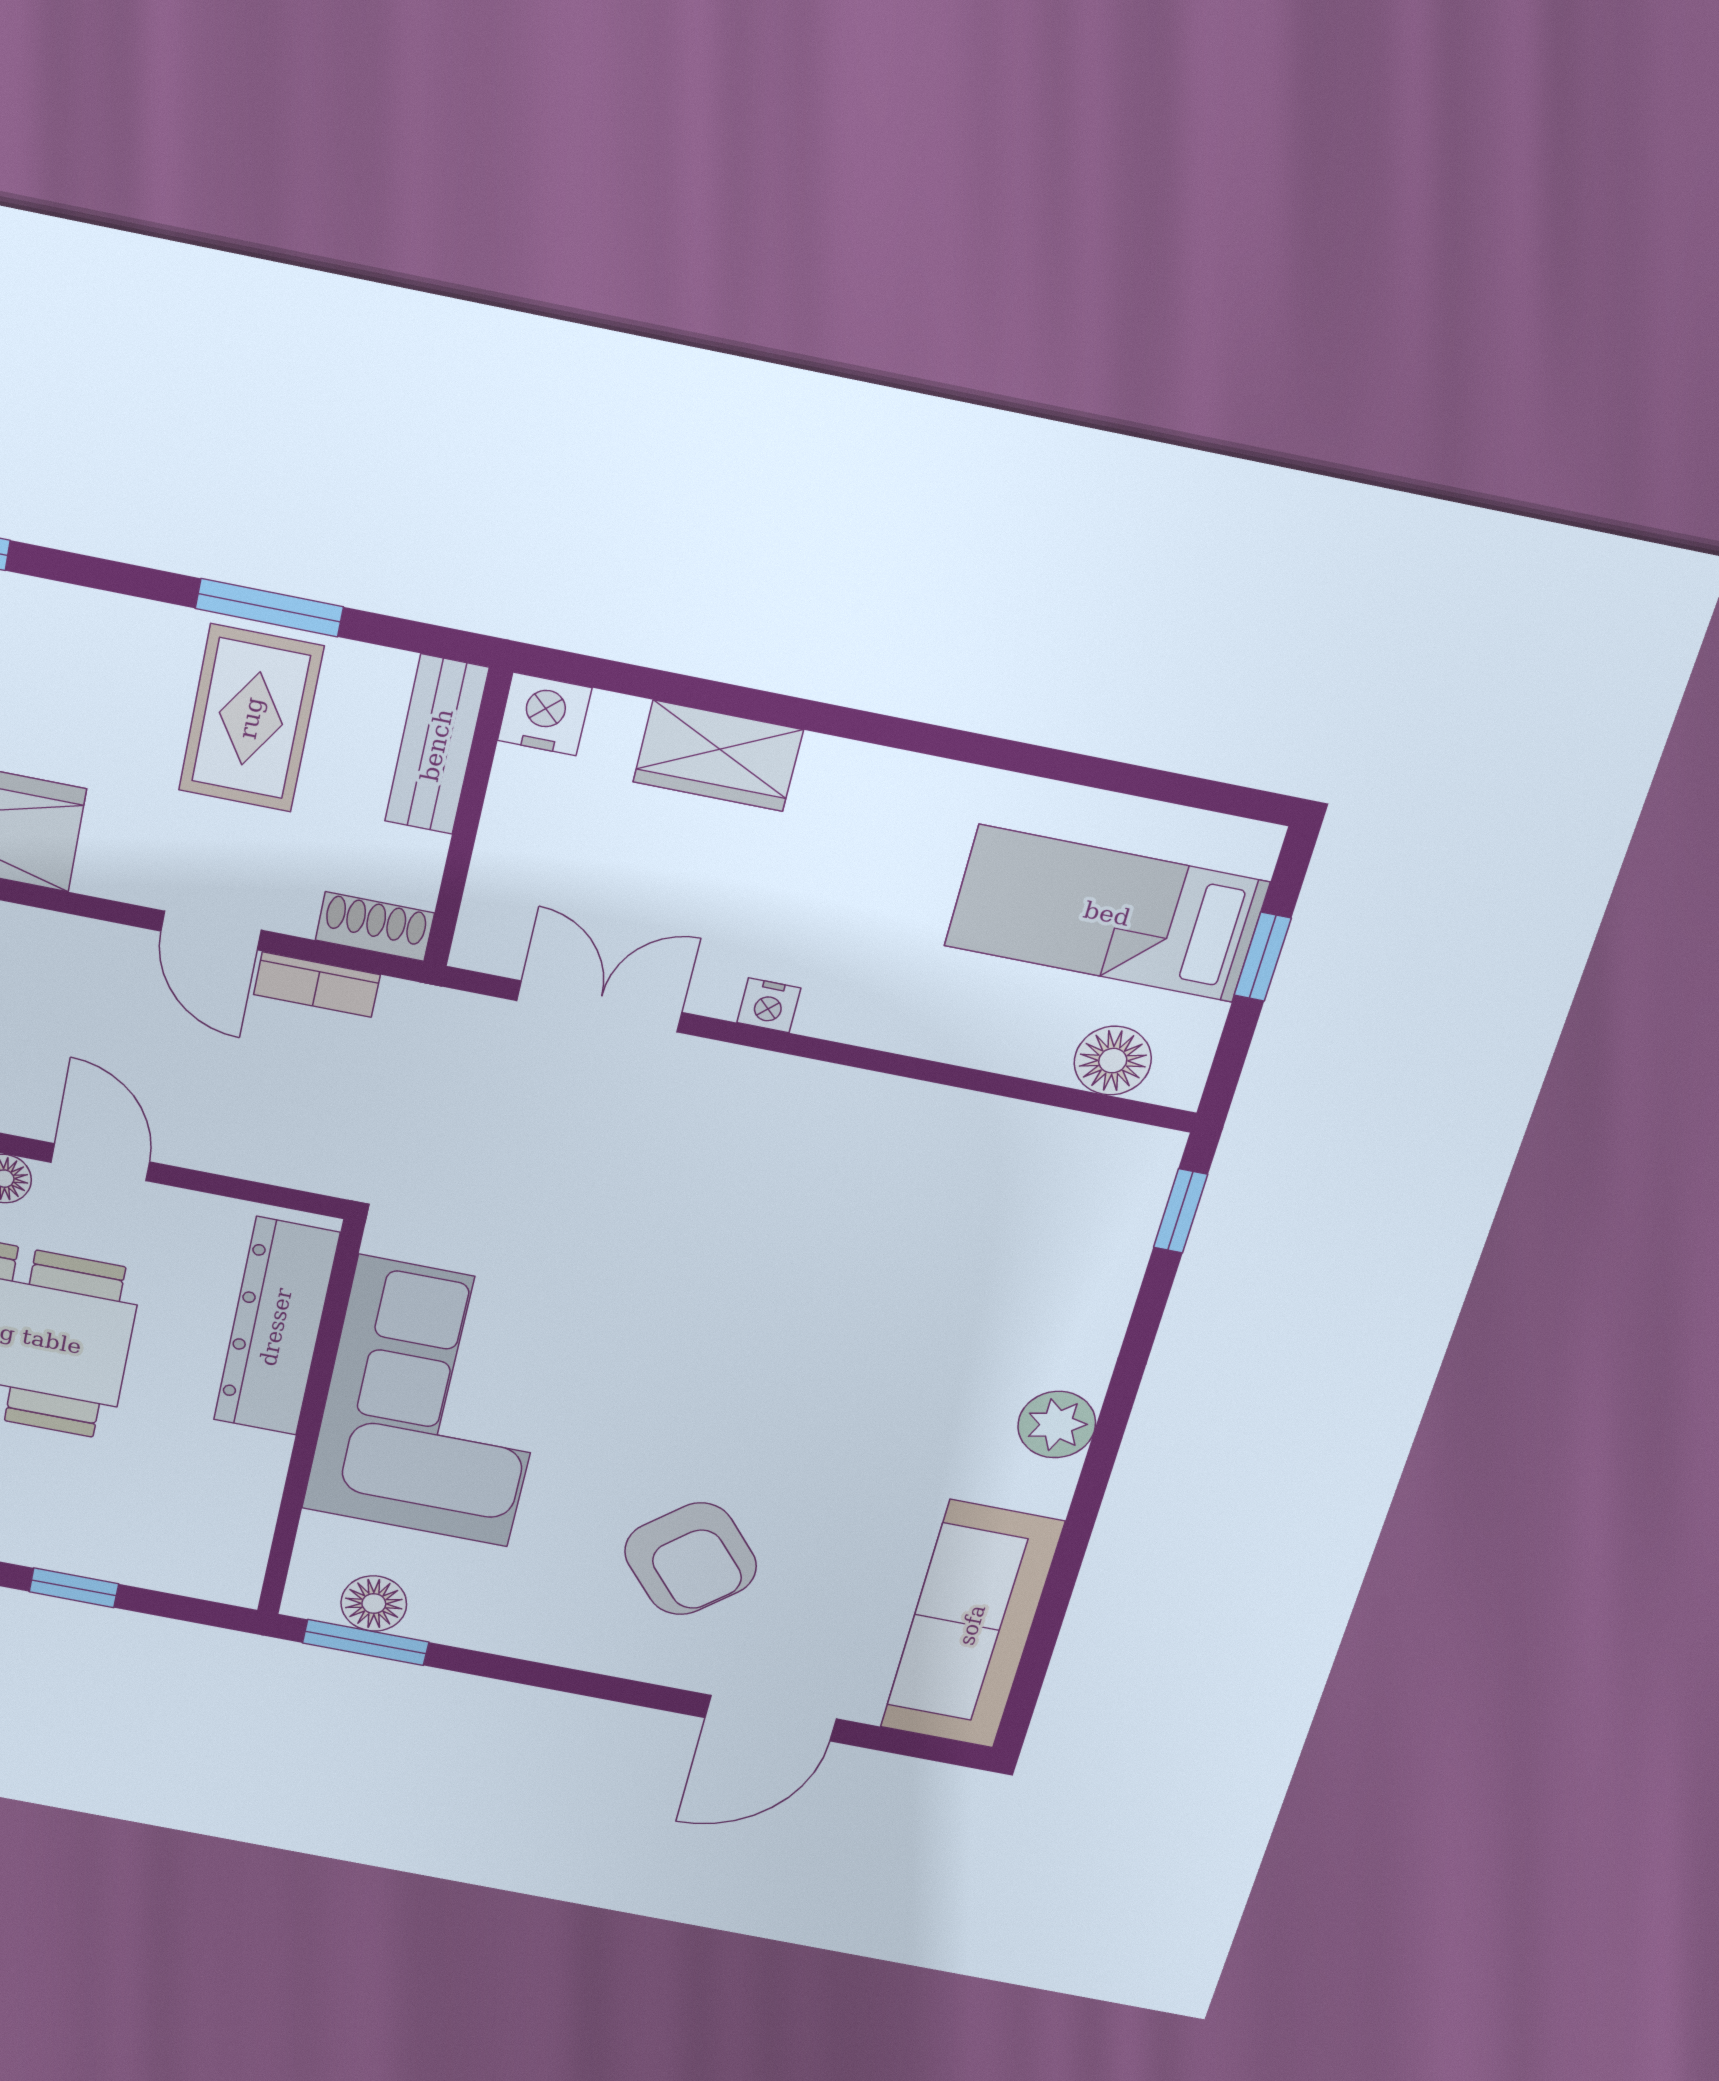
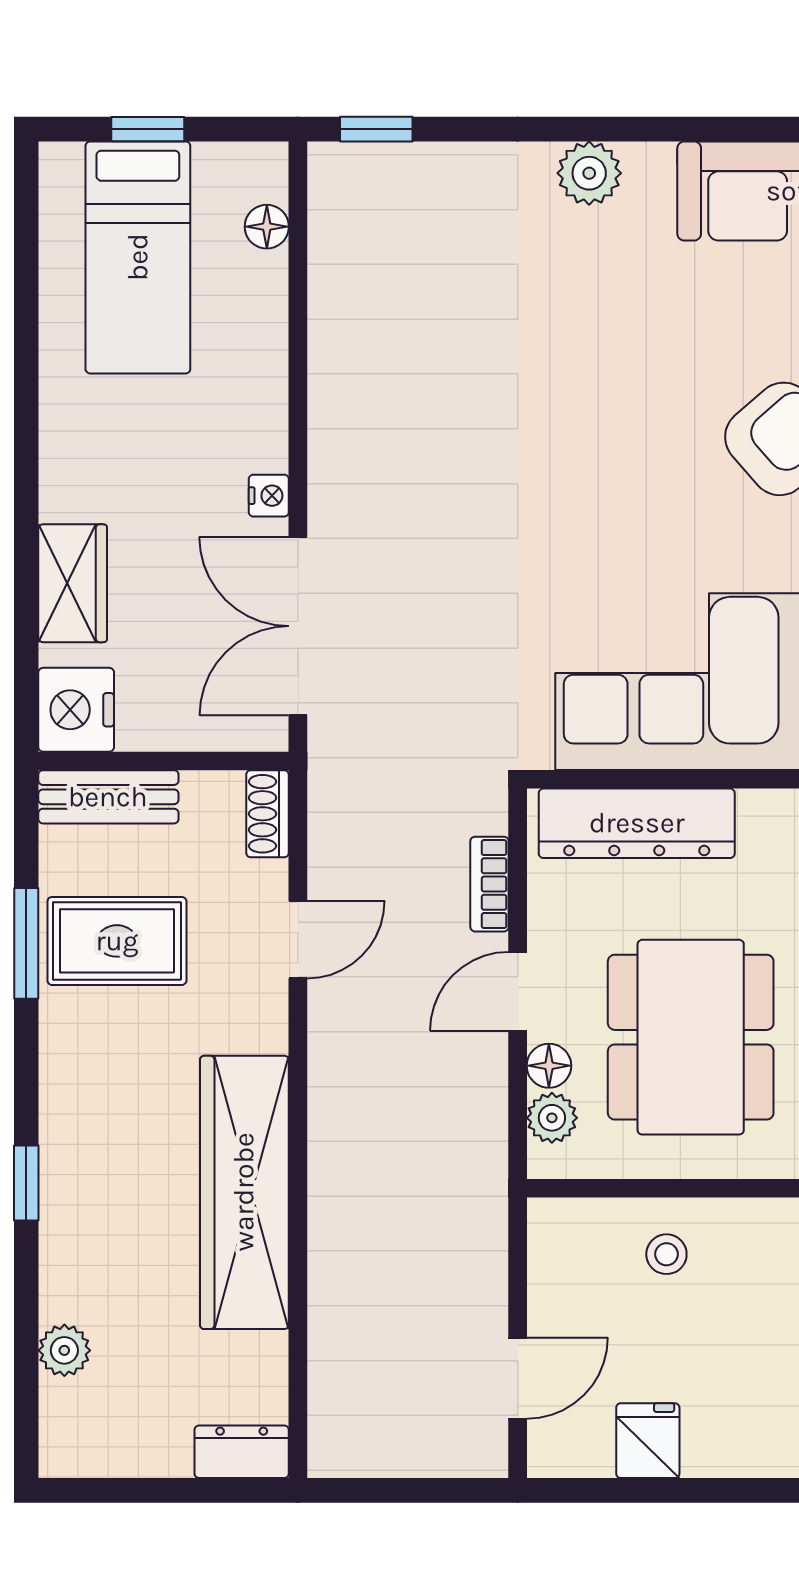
nightstand: (545, 714) -> (76, 710), width x1.36, depth x1.33
bookcase: (317, 985) -> (489, 884), moved, turned 180
double door: (599, 1007) -> (298, 626), width x1.37
floor lamp: (1113, 1061) -> (267, 227), width x0.73, depth x0.73

